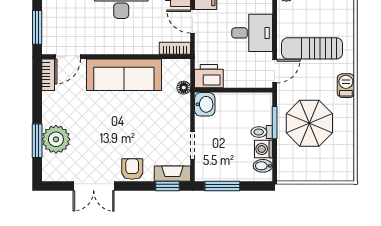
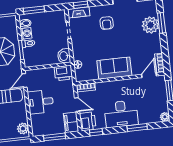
sofa: (124, 75) -> (114, 68), width x0.73
armchair: (132, 169) -> (107, 23), moved
window: (222, 186) -> (34, 10), moved

